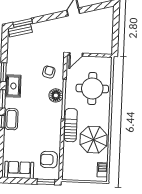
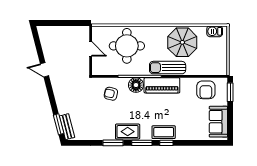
door: (76, 54) -> (91, 49), moved
piano: (55, 119) -> (162, 85), added

